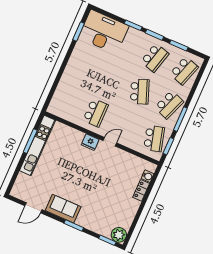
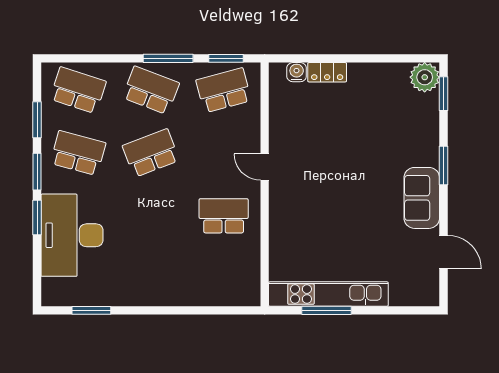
desk: (104, 32) -> (72, 235), moved
fridge: (90, 142) -> (281, 202), removed

